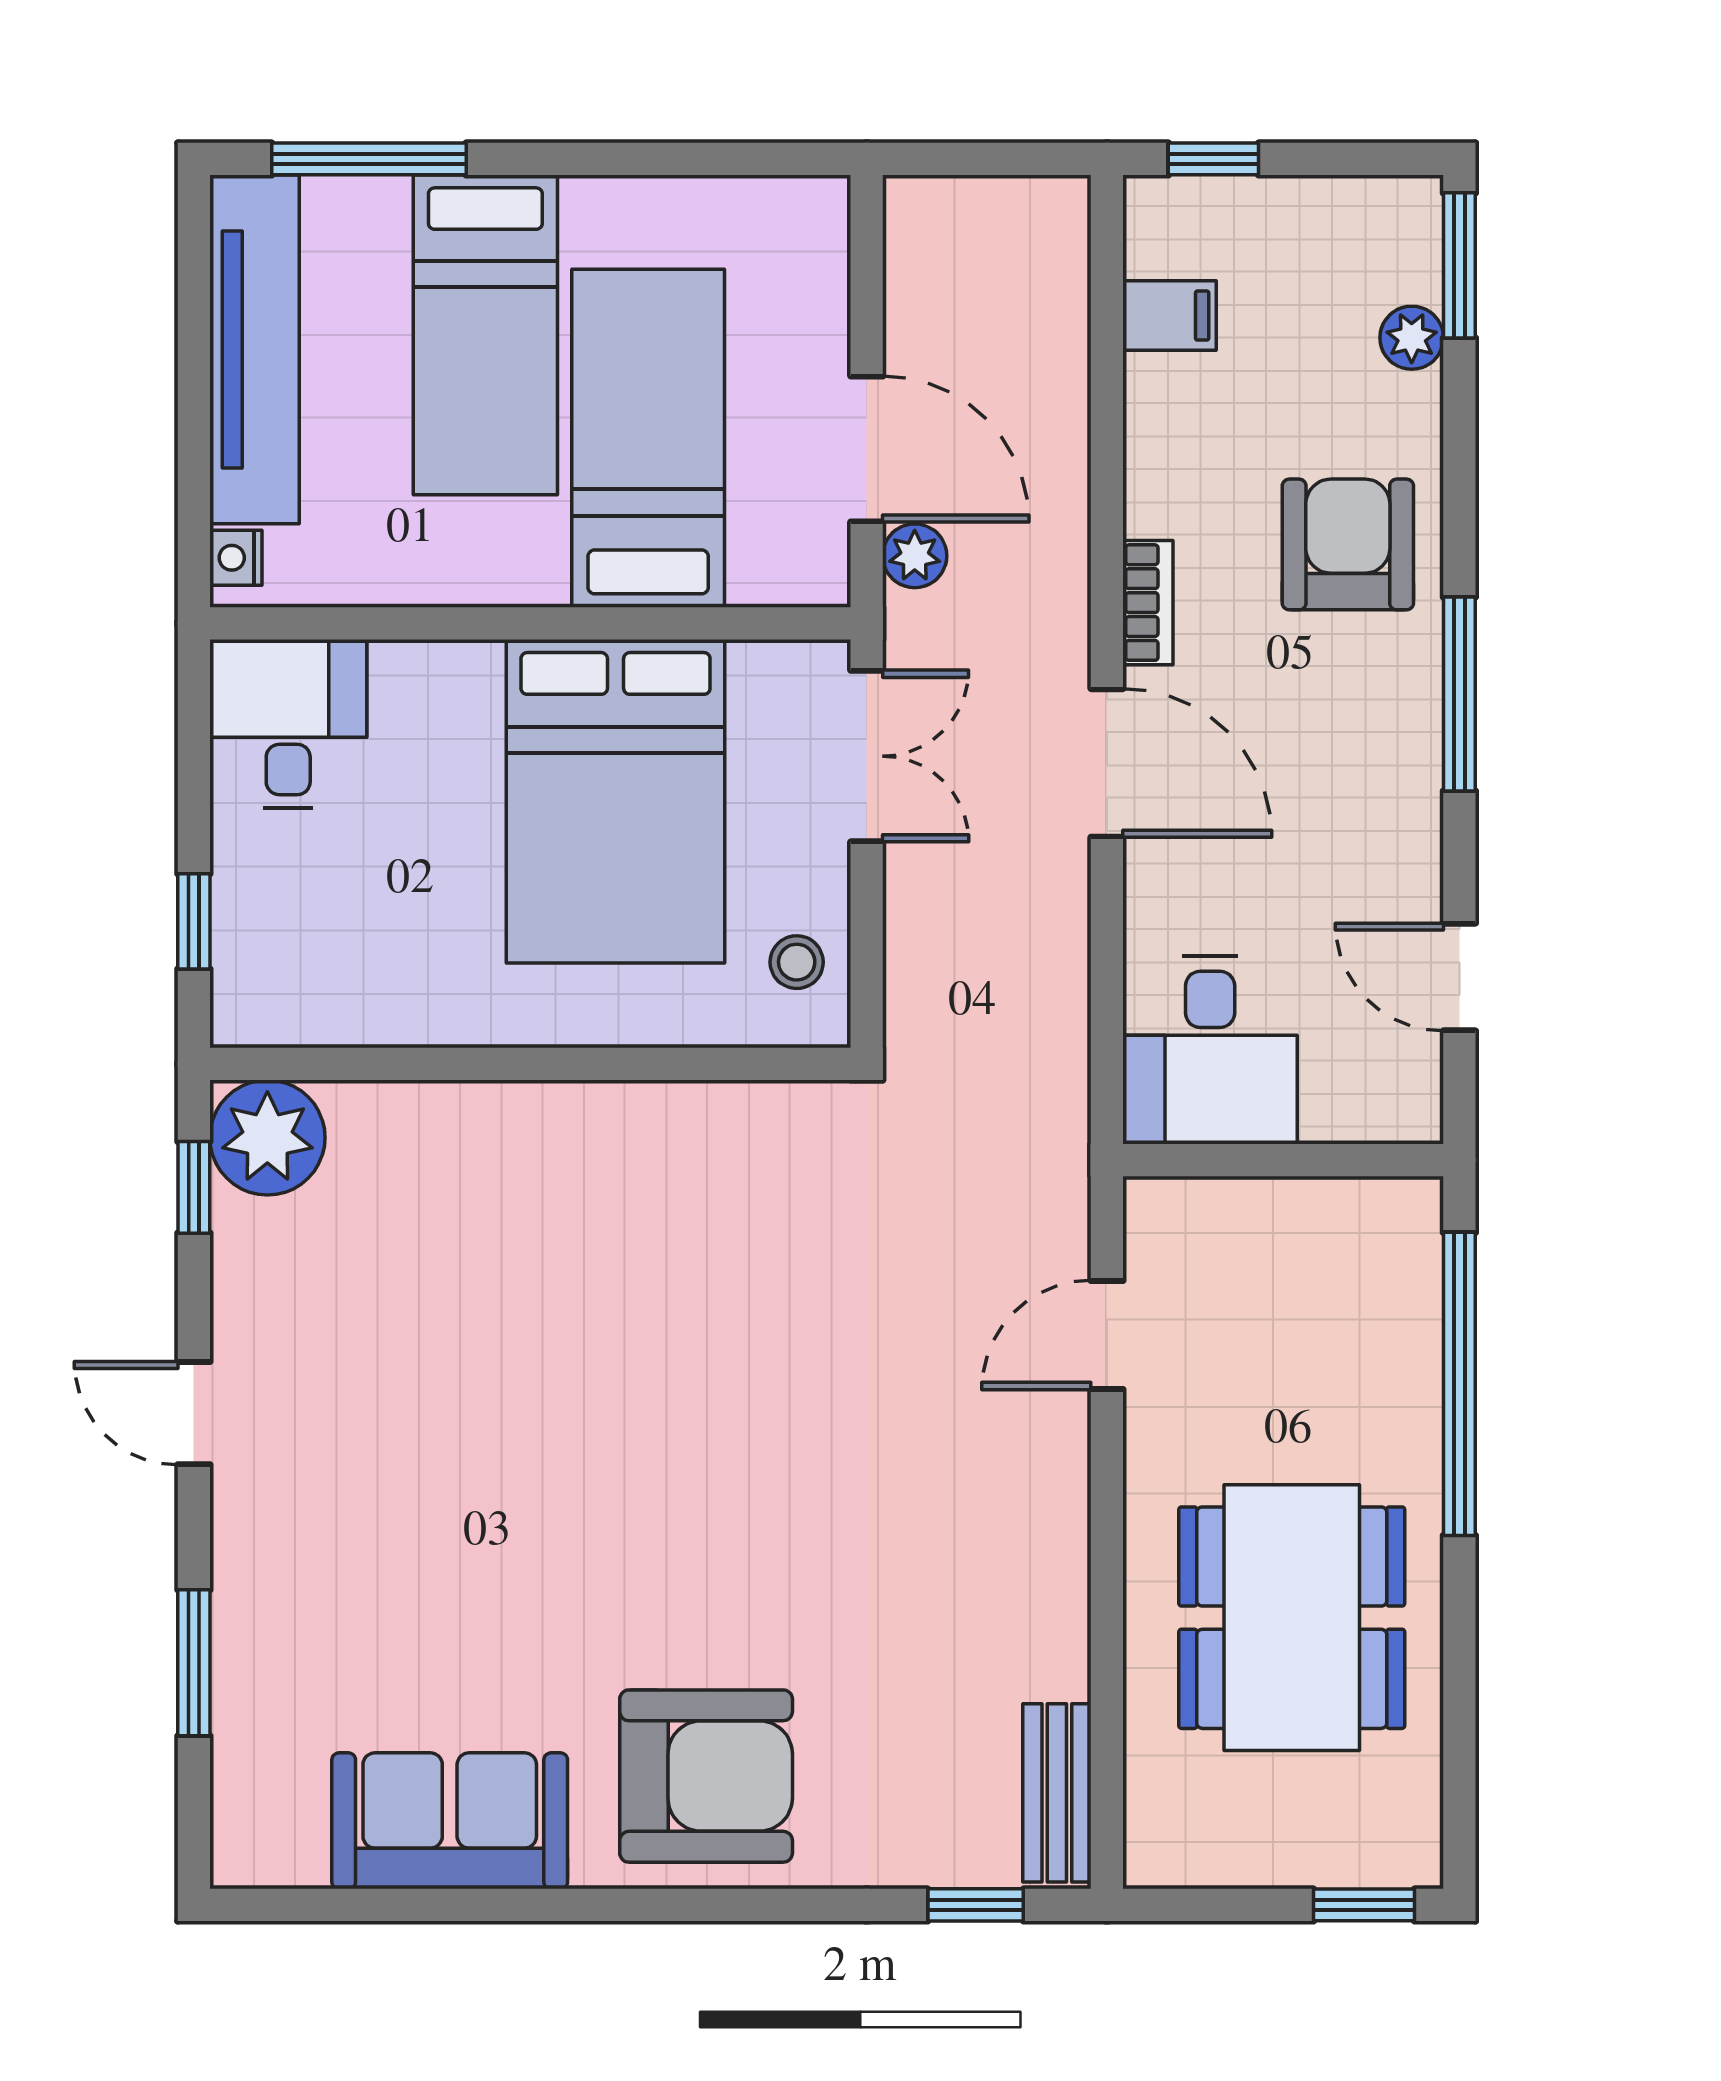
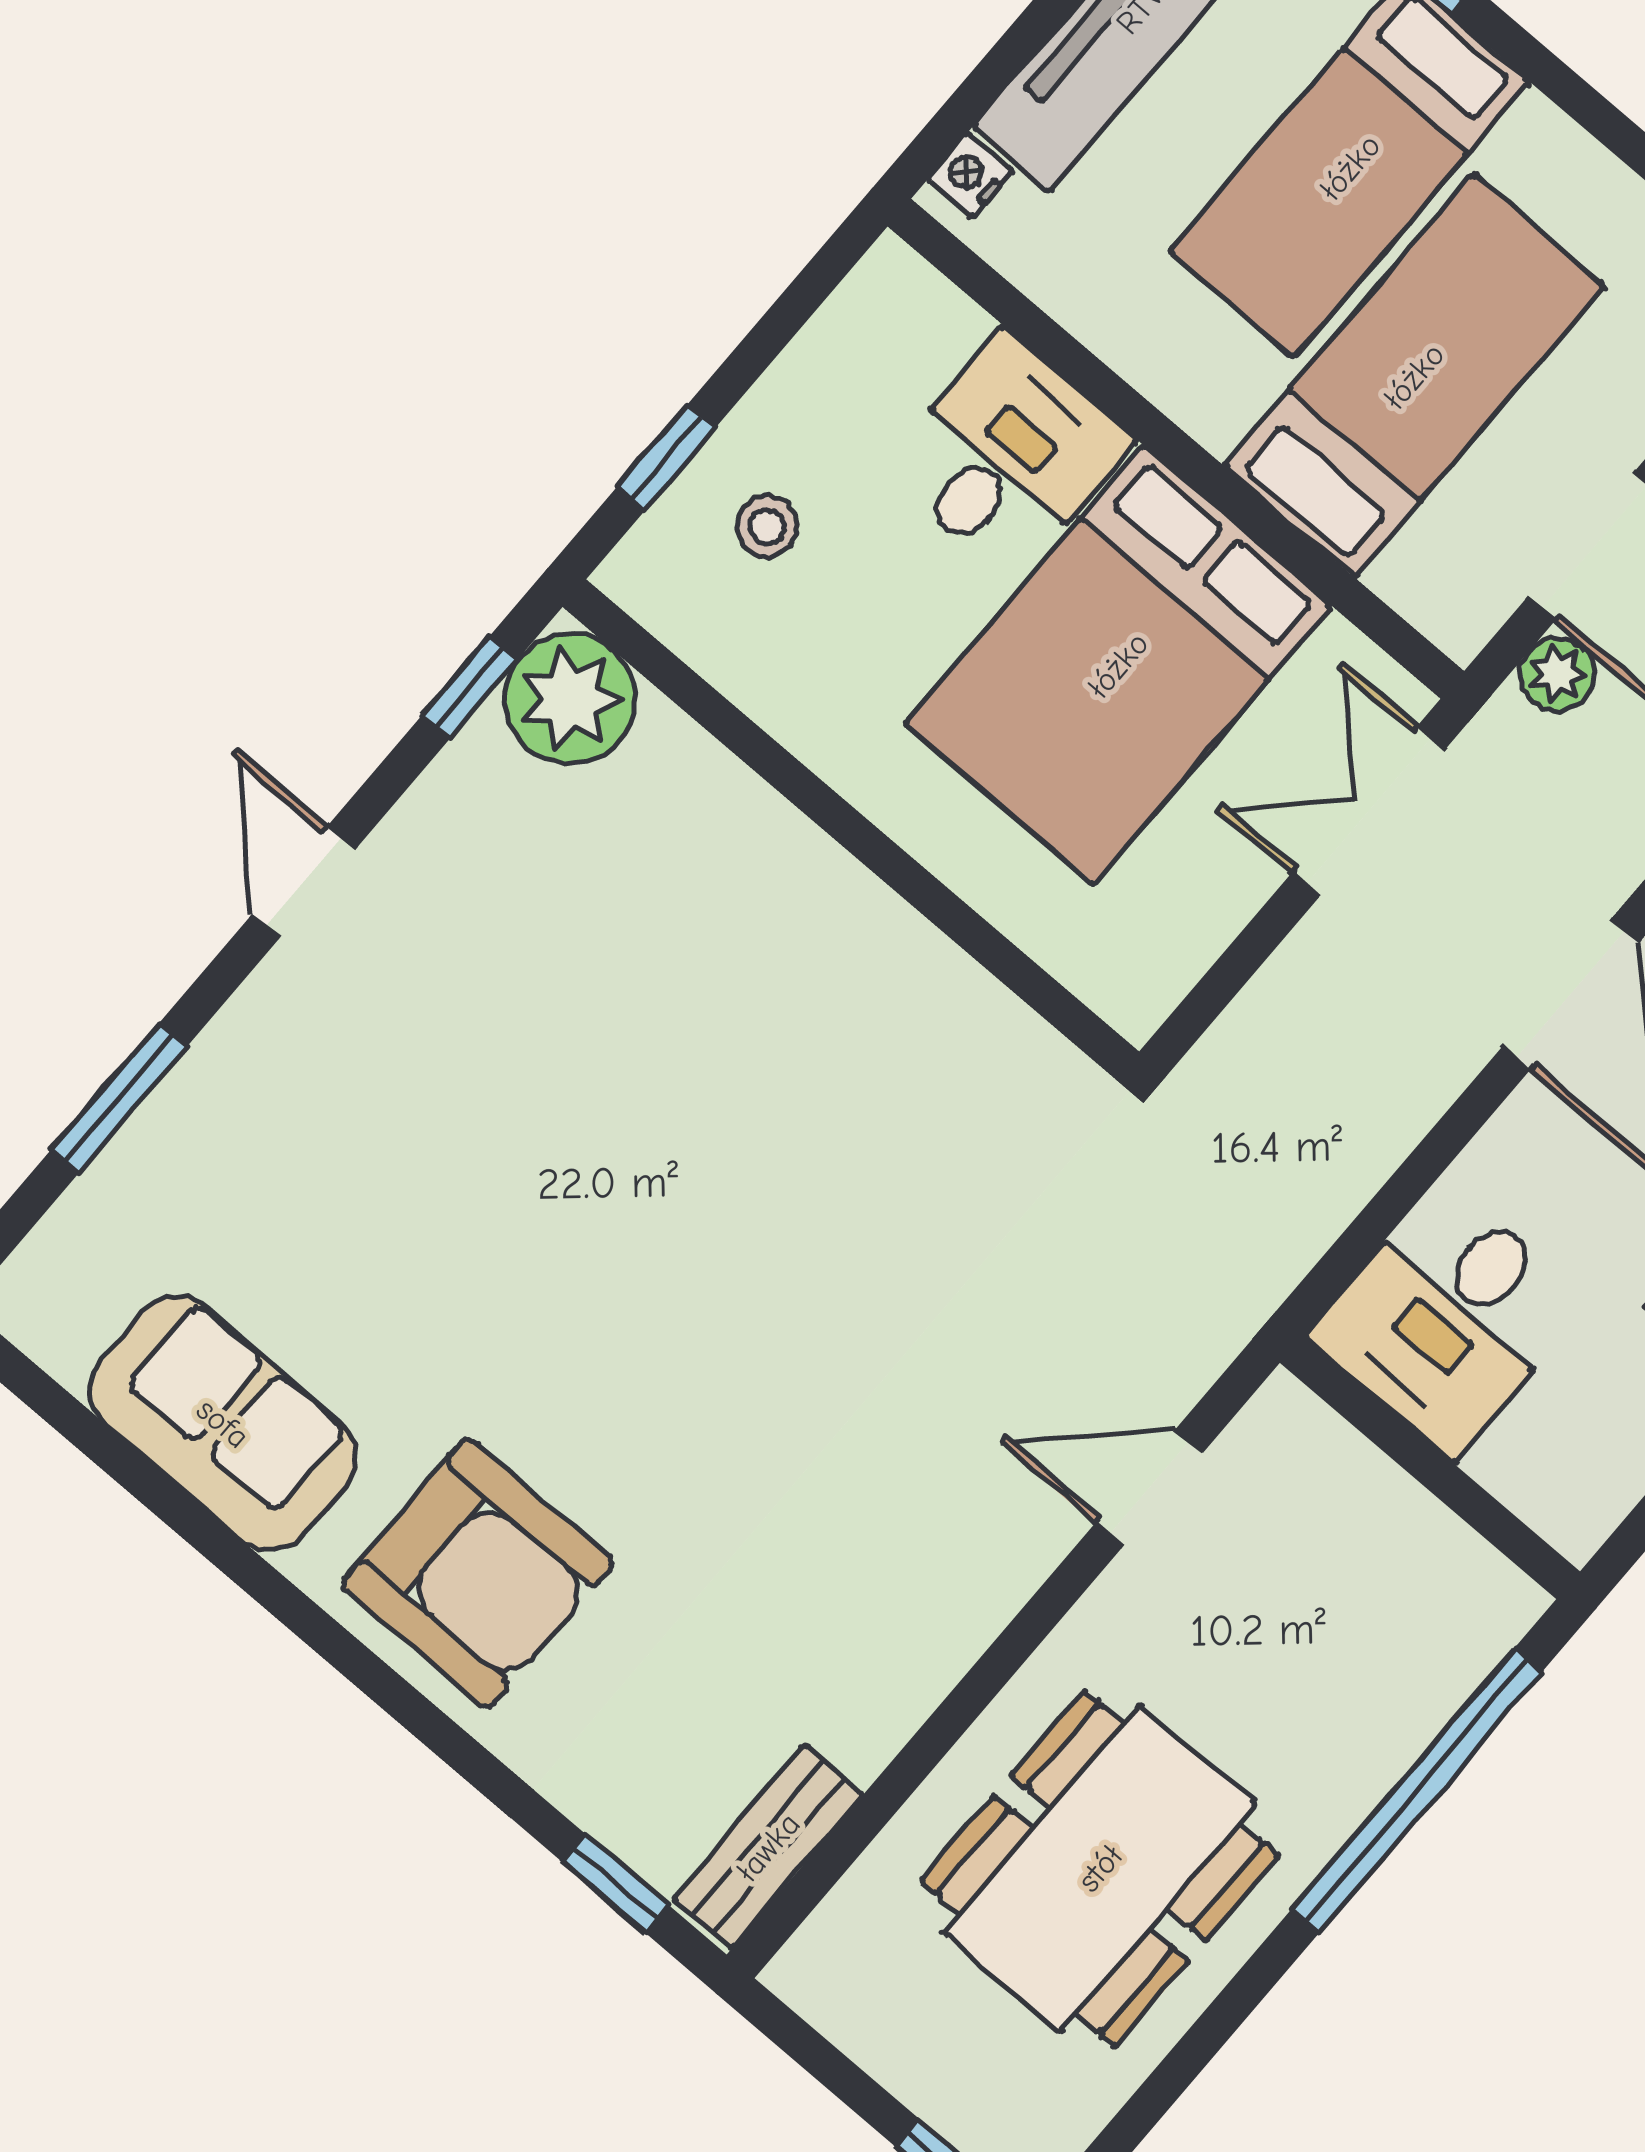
desk: (288, 724) -> (1008, 455), moved
double door: (867, 756) -> (1368, 811), swing flipped
stool: (797, 962) -> (767, 527), moved

